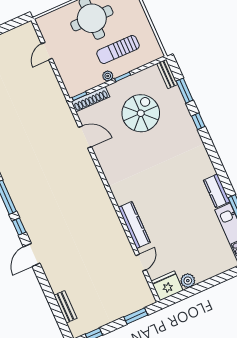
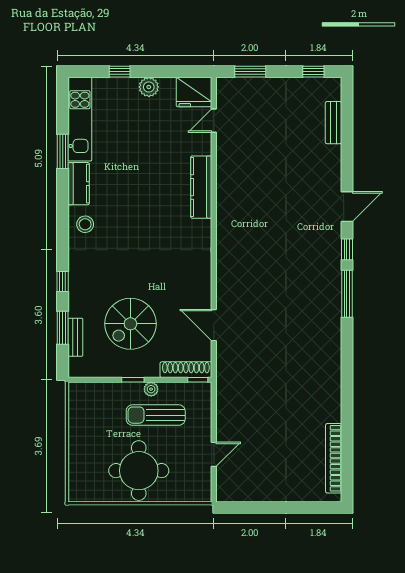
sun lounger: (118, 50) -> (156, 415), moved, turned 180
bench: (167, 74) -> (75, 337), moved
stool: (200, 166) -> (85, 224), added
door: (141, 263) -> (214, 121), moved
window: (222, 277) -> (120, 72), added
plant: (188, 281) -> (149, 87), moved

